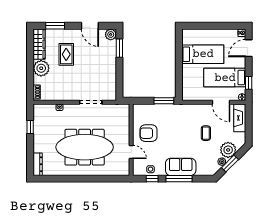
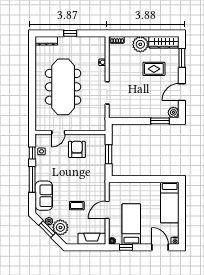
bed: (203, 54) -> (170, 203), moved
window: (164, 101) -> (109, 154), moved
door: (221, 102) -> (107, 210), moved
window: (30, 127) -> (70, 33), moved
sofa: (181, 167) -> (44, 196), moved

